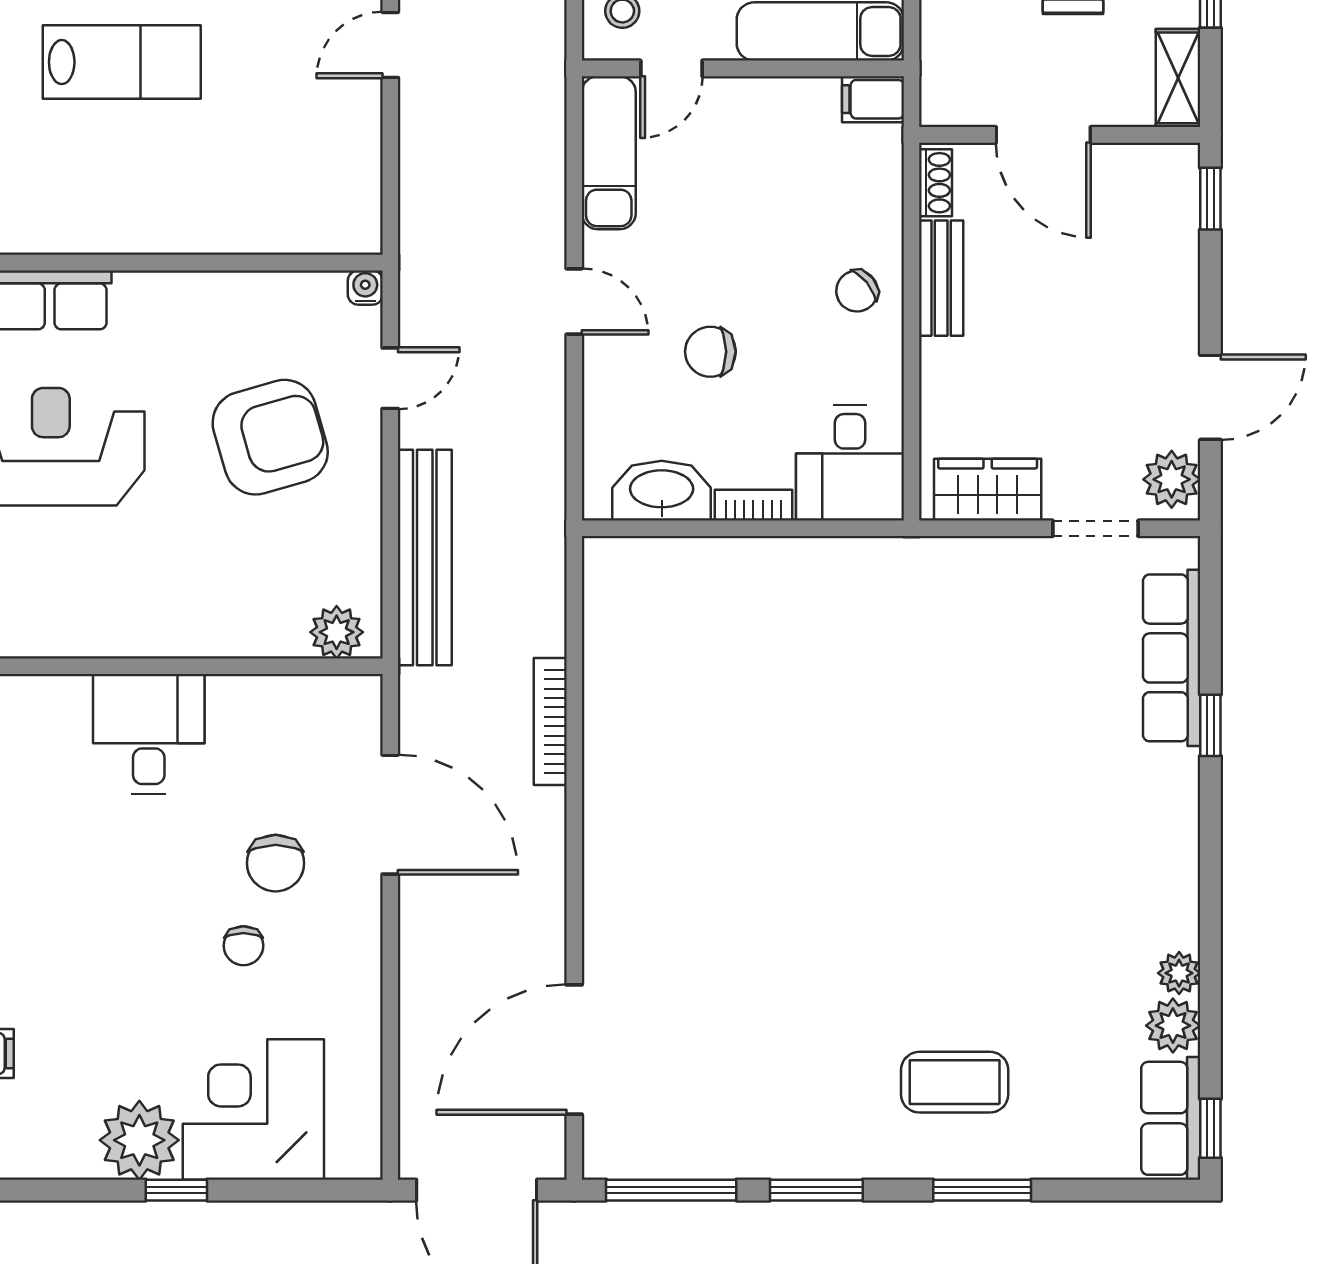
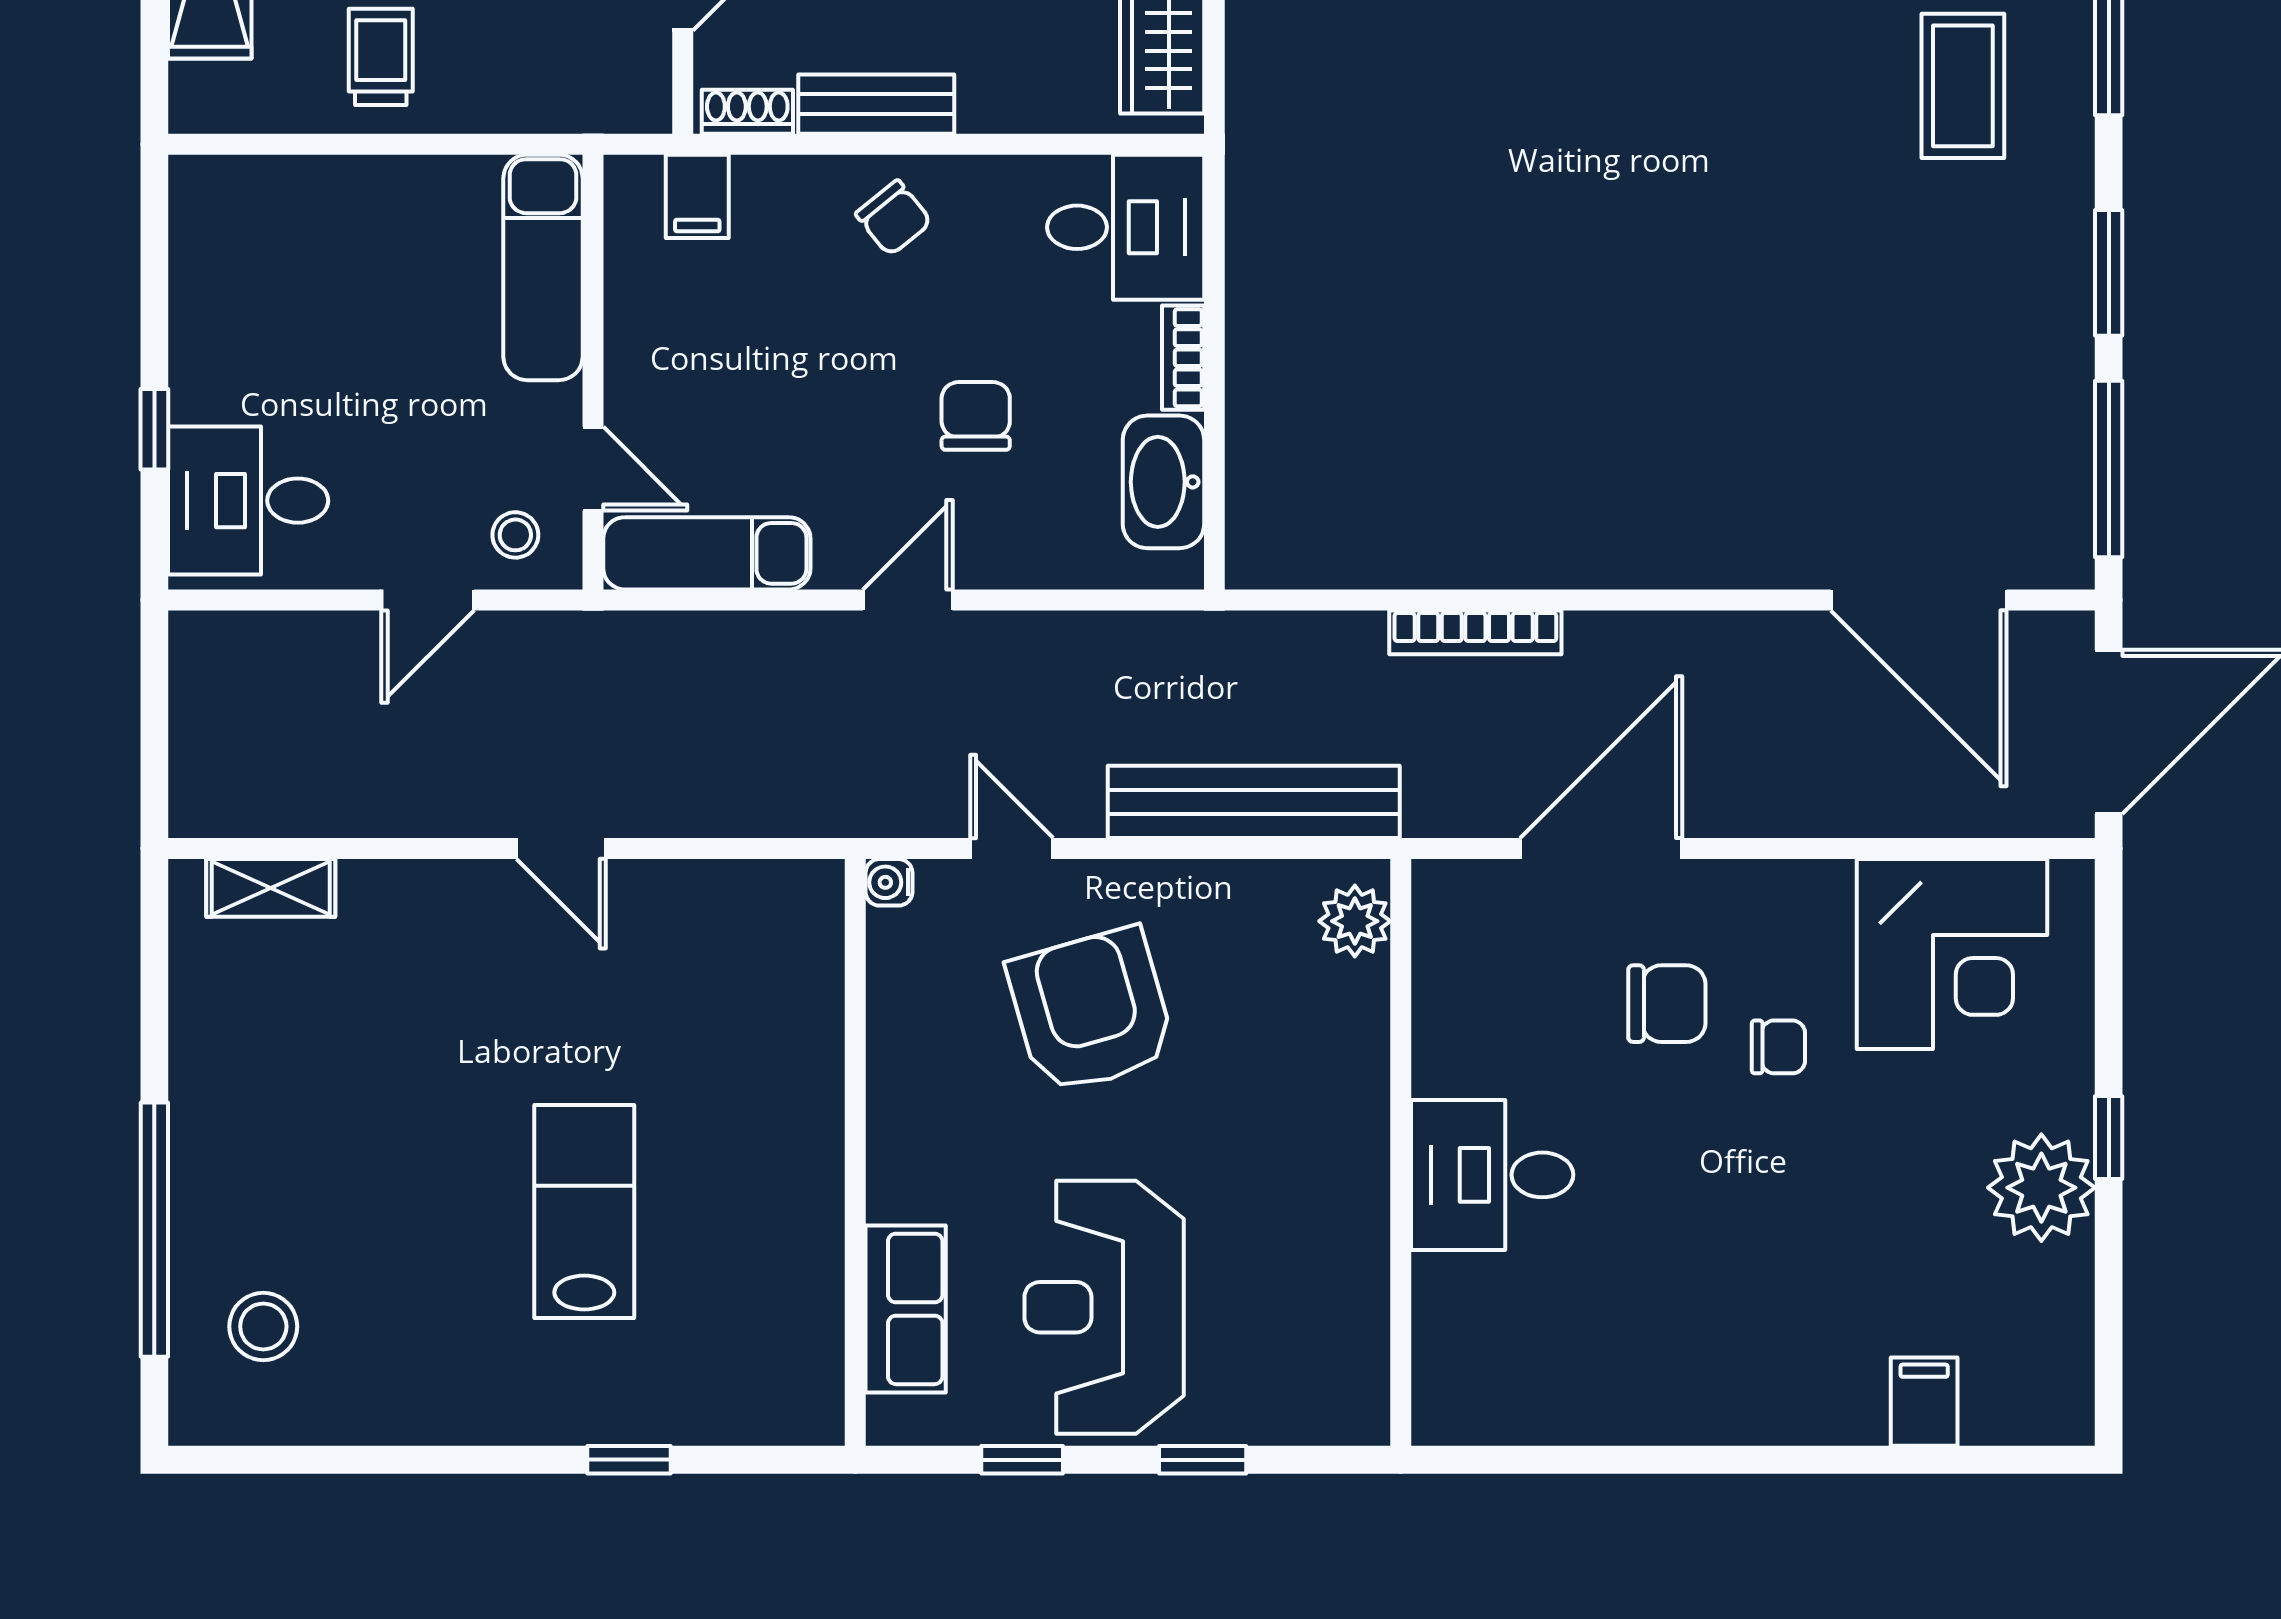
filing cabinet: (873, 99) -> (697, 196), moved
chair: (710, 352) -> (976, 416), turned 180
corner desk: (253, 1109) -> (1952, 954), moved, turned -90

